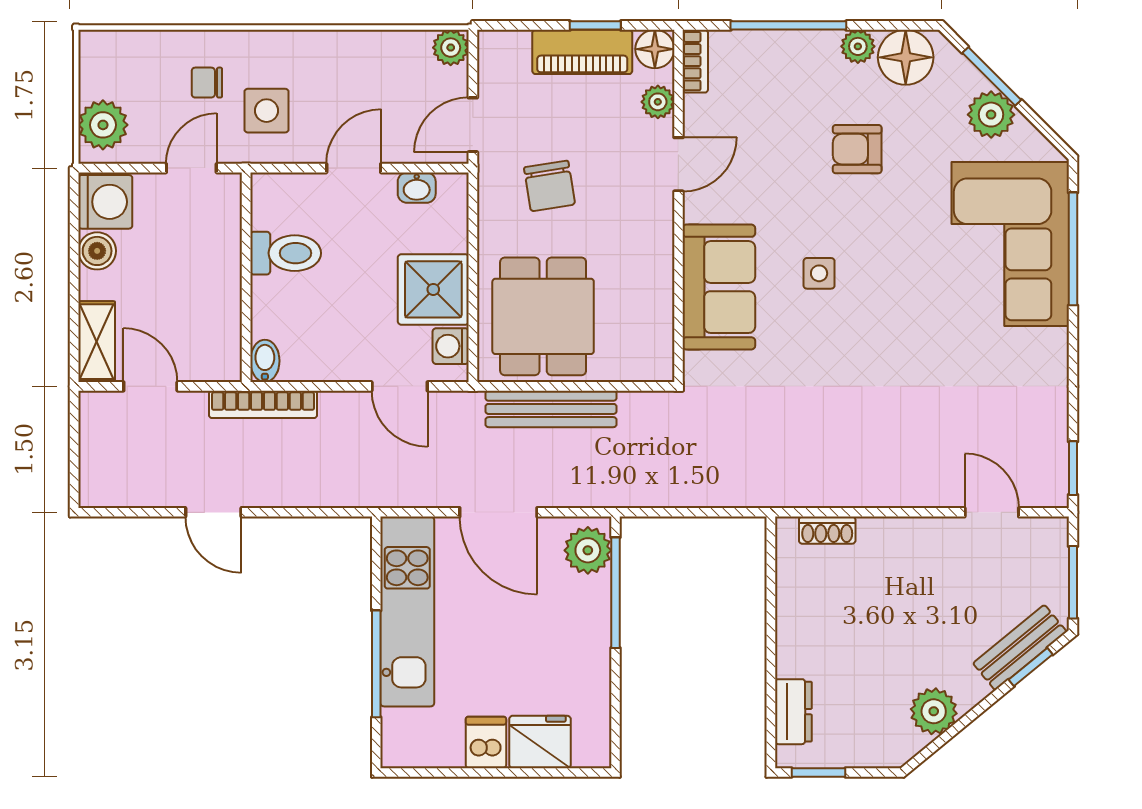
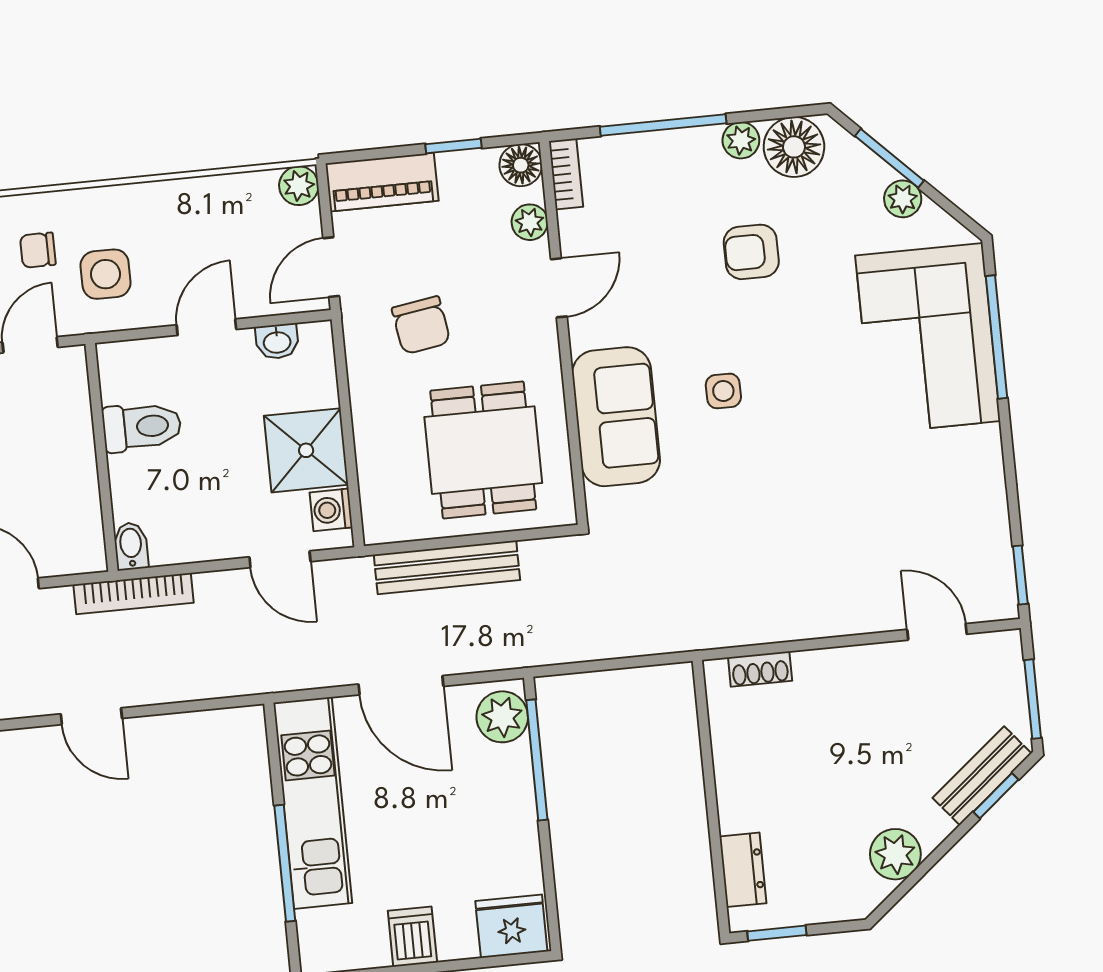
piano: (582, 52) -> (382, 182), moved
plant: (991, 115) -> (903, 199), width x0.73, depth x0.73
dining table: (543, 316) -> (483, 450), moved
fridge: (540, 742) -> (511, 926), moved

